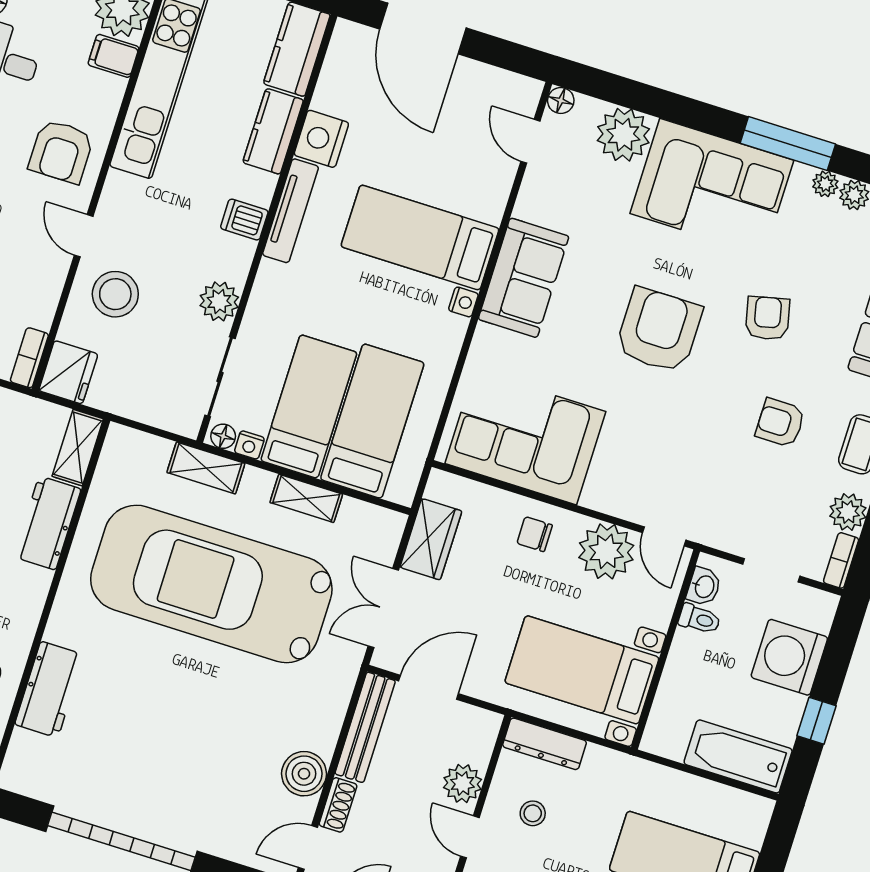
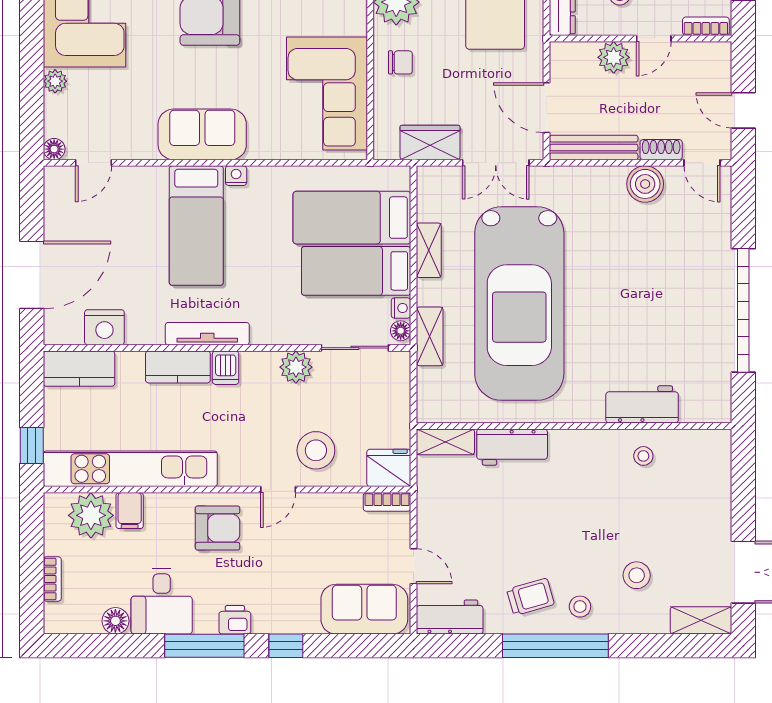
kitchen counter: (273, 131) -> (178, 367), moved
plant: (623, 135) -> (55, 81), width x0.53, depth x0.53
nightstand: (321, 139) -> (104, 327), moved
chair: (535, 534) -> (400, 62), turned -90

